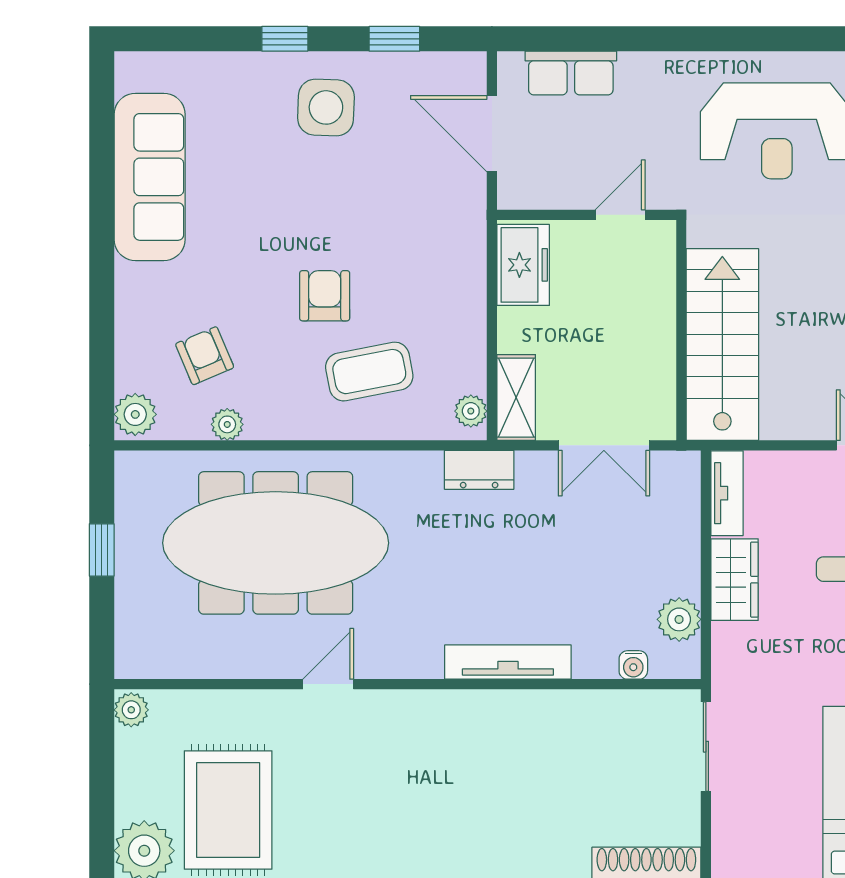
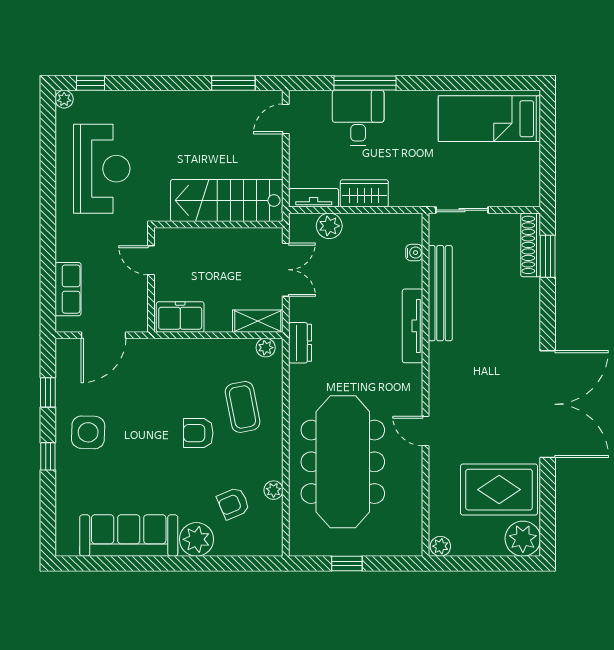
plant: (135, 414) -> (196, 539), moved, width x1.36, depth x1.36
plant: (679, 619) -> (329, 226), moved
bench: (564, 709) -> (440, 293), added

